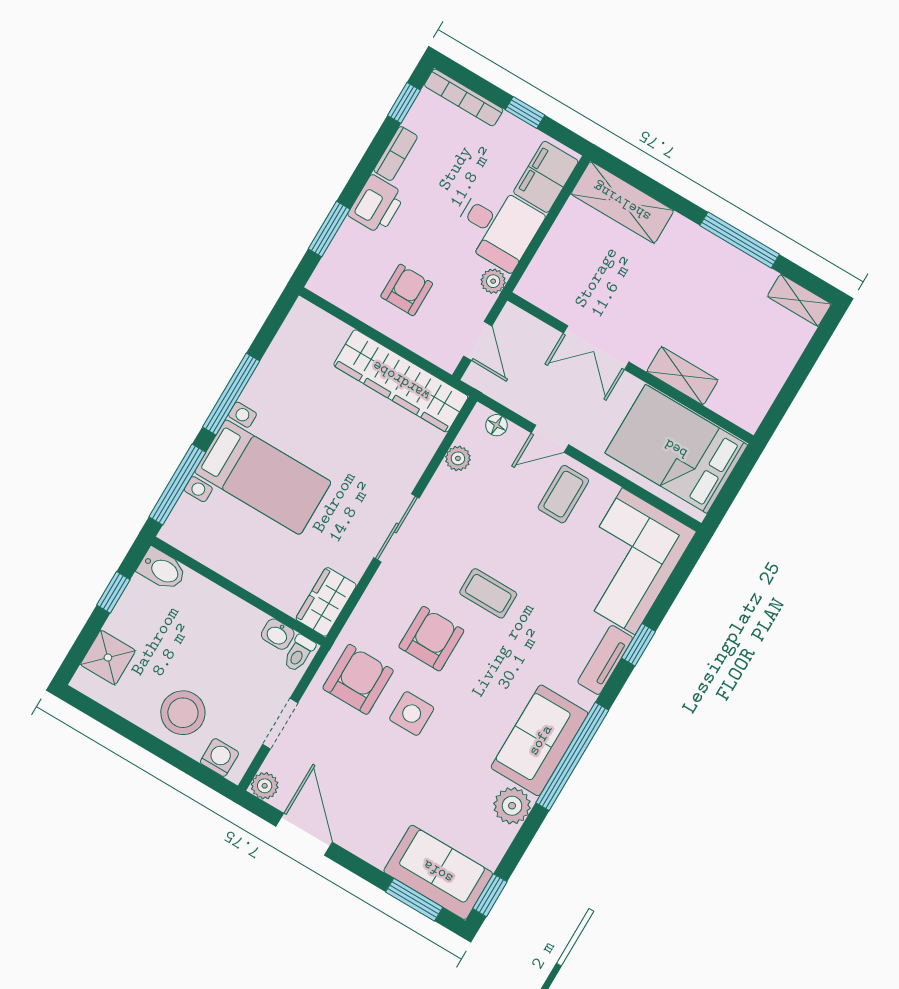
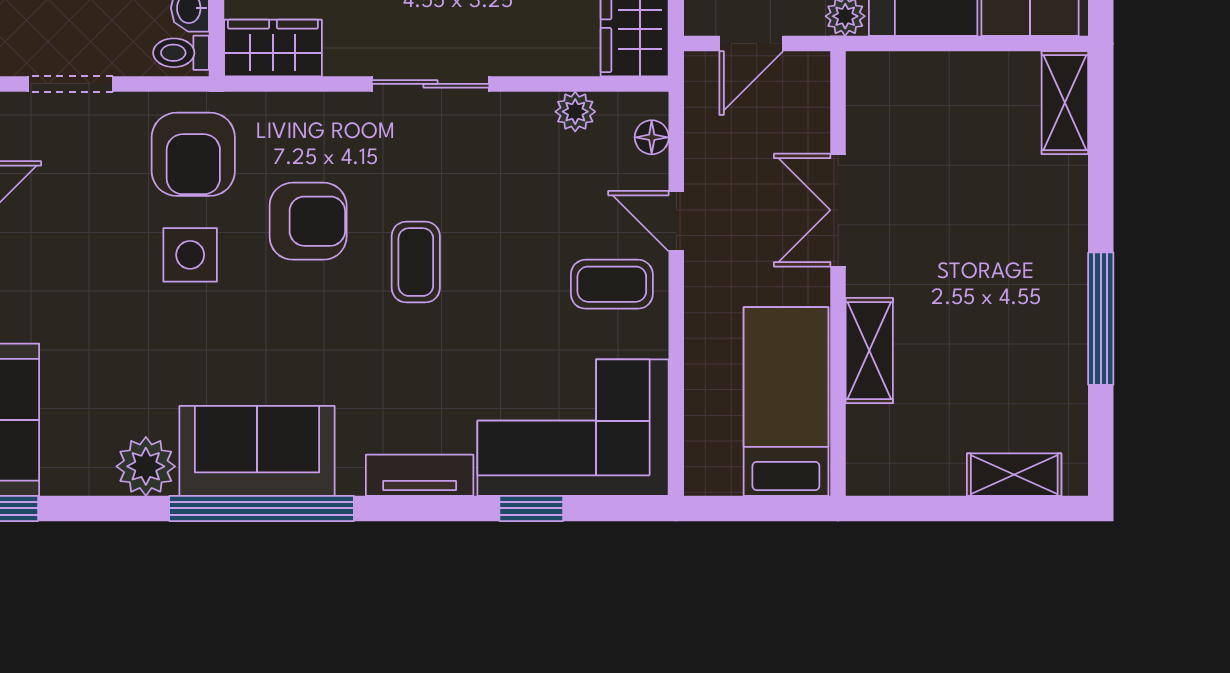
shelving: (622, 202) -> (1065, 103), width x0.67, depth x0.75
shelving: (799, 300) -> (1014, 475), moved, turned 90
bed: (676, 449) -> (786, 402), width x0.67
window: (639, 645) -> (531, 508), moved
armchair: (358, 679) -> (193, 154), turned 90

